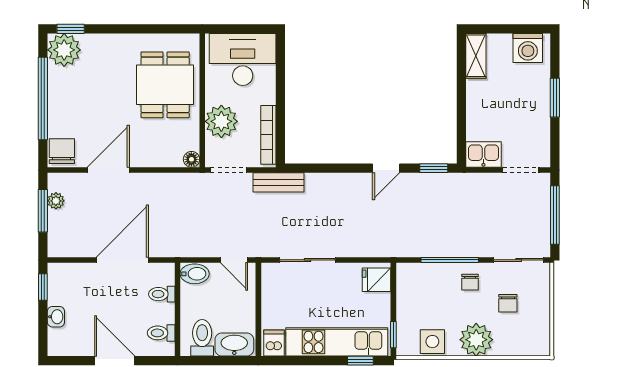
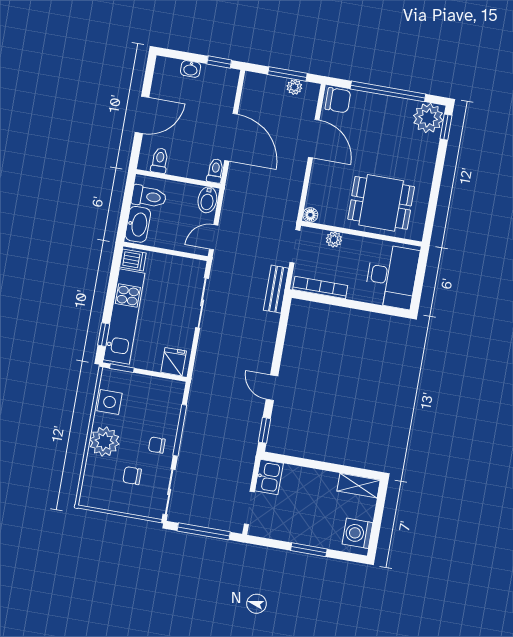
plant: (221, 121) -> (334, 239), width x0.53, depth x0.53
toilet: (162, 294) -> (215, 171), moved

